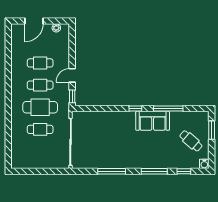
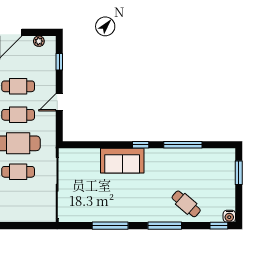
window: (72, 96) -> (59, 62), moved
sofa: (153, 121) -> (122, 161), moved
cafe table: (191, 141) -> (186, 204), moved
window: (184, 171) -> (219, 226), moved

